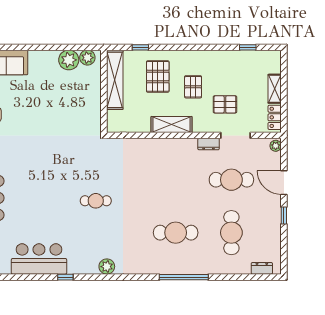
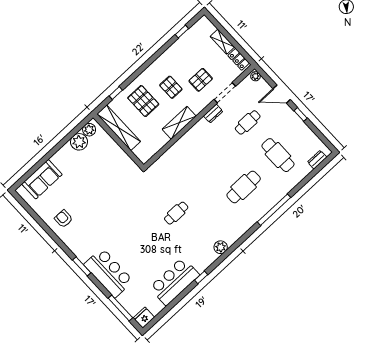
cafe table: (231, 180) -> (248, 122), width x0.73, depth x0.74

